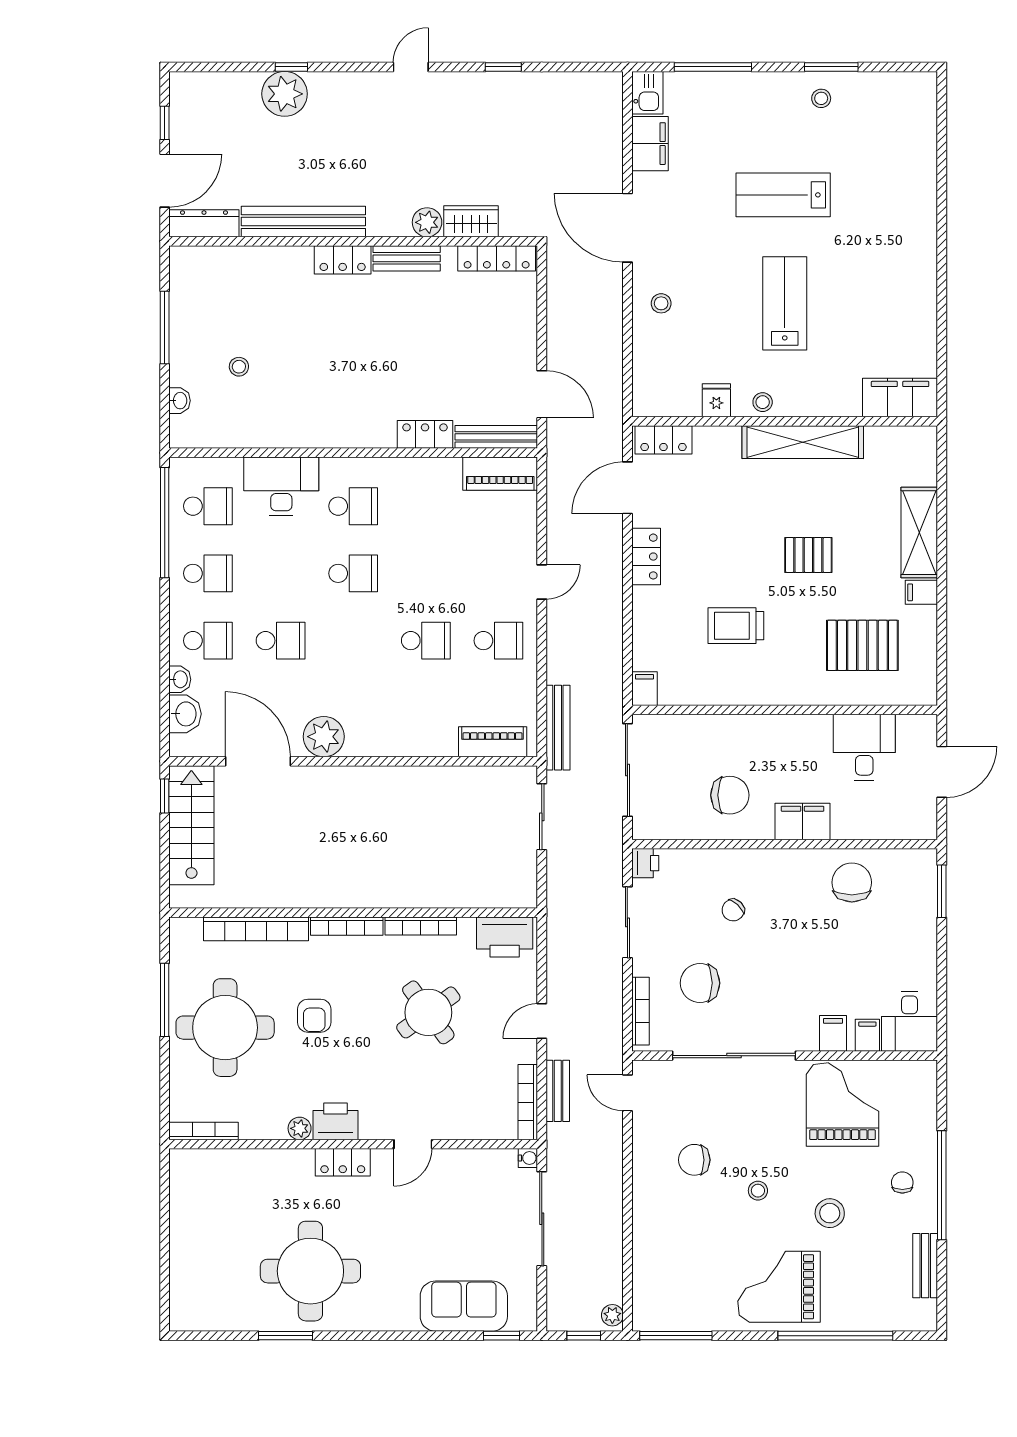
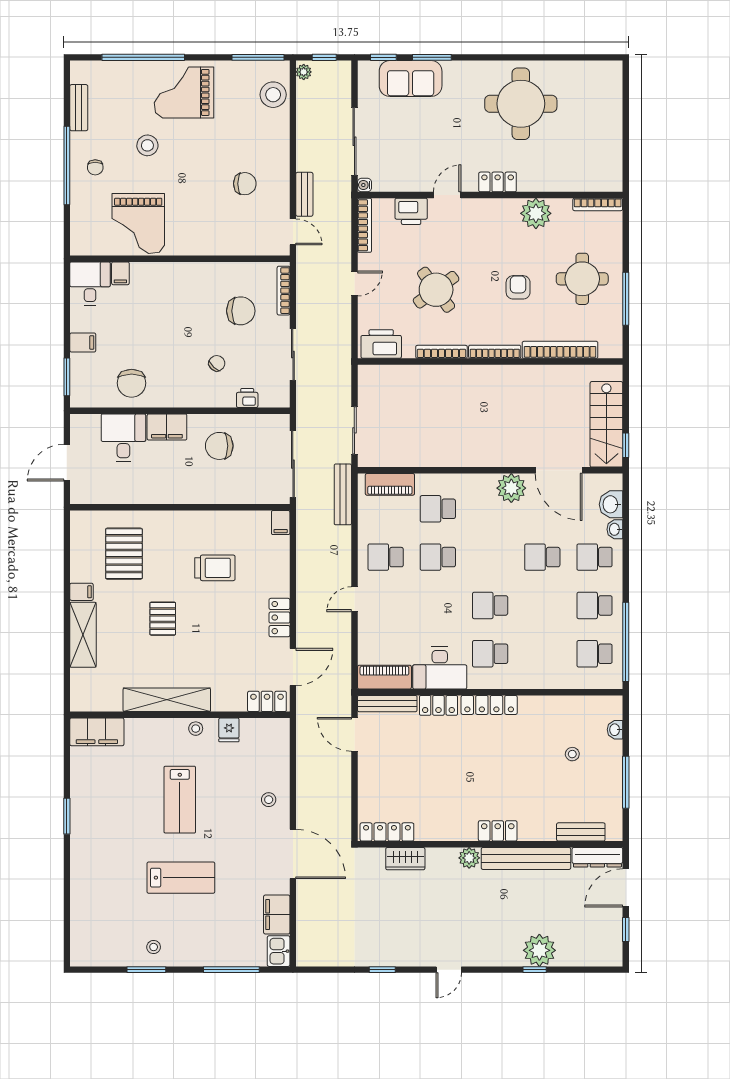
plant: (427, 222) -> (469, 858), moved
bench: (407, 258) -> (581, 832), moved
window: (942, 280) -> (67, 816), added
locker: (355, 435) -> (489, 705), added
desk: (281, 486) -> (440, 668), moved
pallet: (808, 555) -> (163, 619), turned 90
pallet: (862, 645) -> (124, 554), turned 90
school desk: (426, 708) -> (438, 509), added
desk: (864, 747) -> (123, 438), moved, turned 180
printer: (645, 863) -> (247, 398), moved, turned 90
round table: (225, 1028) -> (582, 279), width x0.73, depth x0.73
filing cabinet: (833, 1033) -> (83, 342), moved, turned -90
sliding door: (734, 1056) -> (216, 259), removed
bench: (558, 1091) -> (304, 194), moved
printer: (335, 1121) -> (411, 211), moved
plant: (300, 1128) -> (536, 213), width x1.87, depth x1.87
stool: (758, 1191) -> (273, 95), moved, width x1.89, depth x1.89
grand piano: (779, 1287) -> (184, 92), turned 180
window: (285, 1336) -> (432, 57), moved

